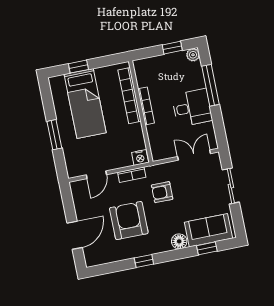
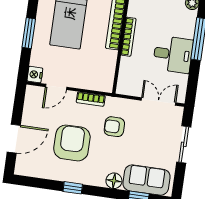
nightstand: (140, 157) -> (35, 75), moved, turned 90

